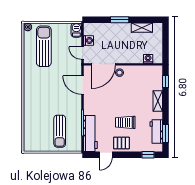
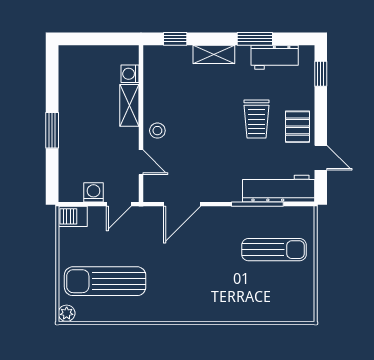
shelving: (142, 28) -> (129, 105), moved
door: (104, 64) -> (141, 162), width x0.53
window: (166, 134) -> (255, 39), moved

